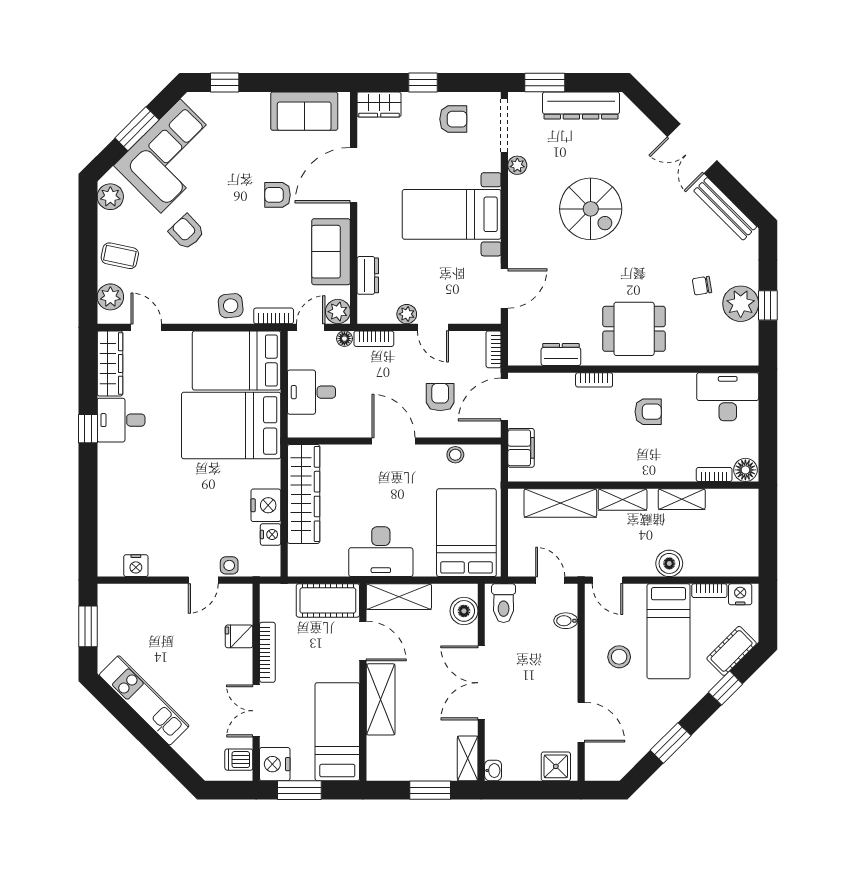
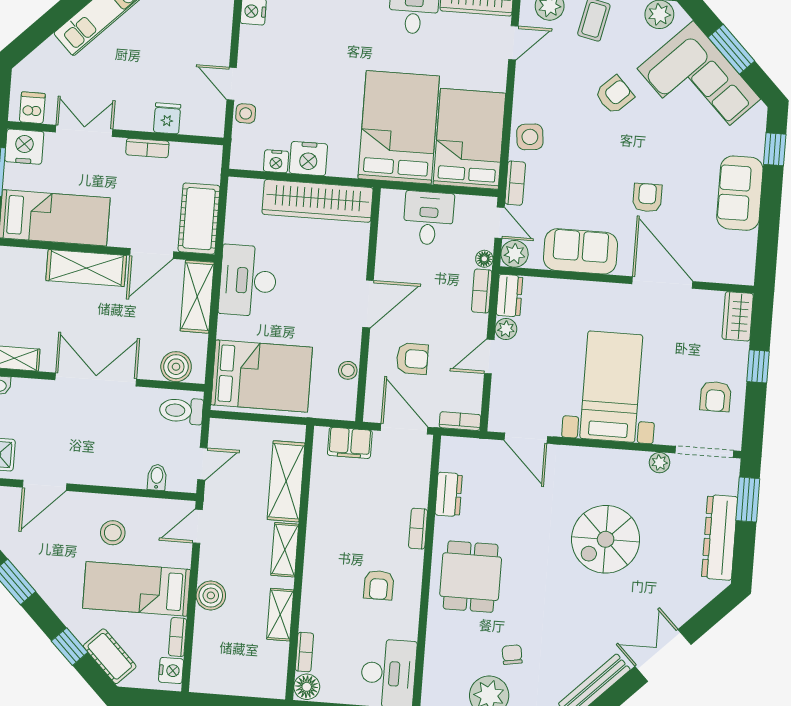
sofa: (304, 111) -> (740, 193), moved
dresser: (368, 275) -> (509, 296), moved, turned -90
bookcase: (267, 652) -> (147, 148), width x0.64

